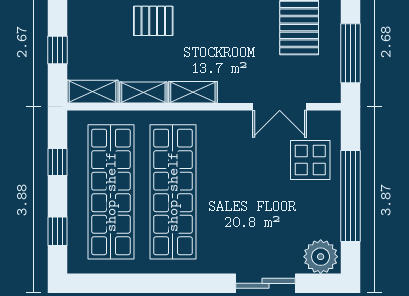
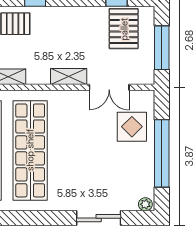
shelving: (193, 92) -> (69, 76), moved
plant: (321, 257) -> (145, 204), width x0.53, depth x0.53

